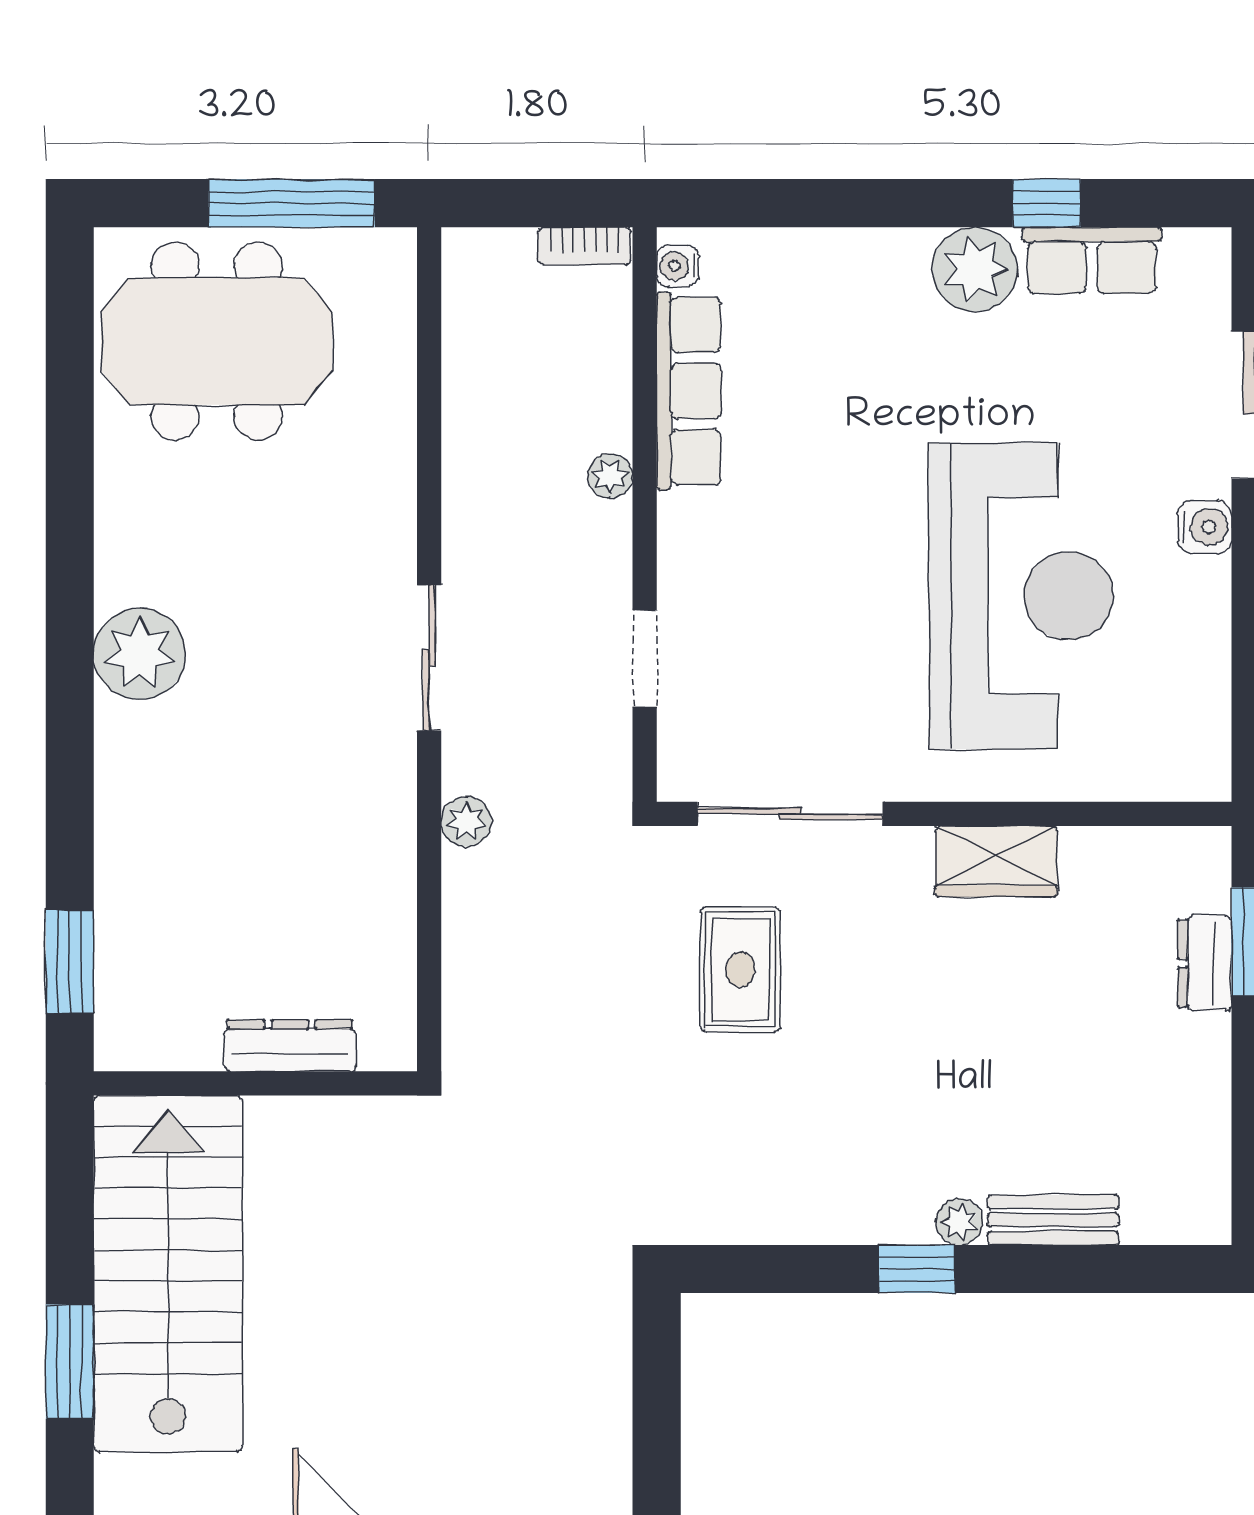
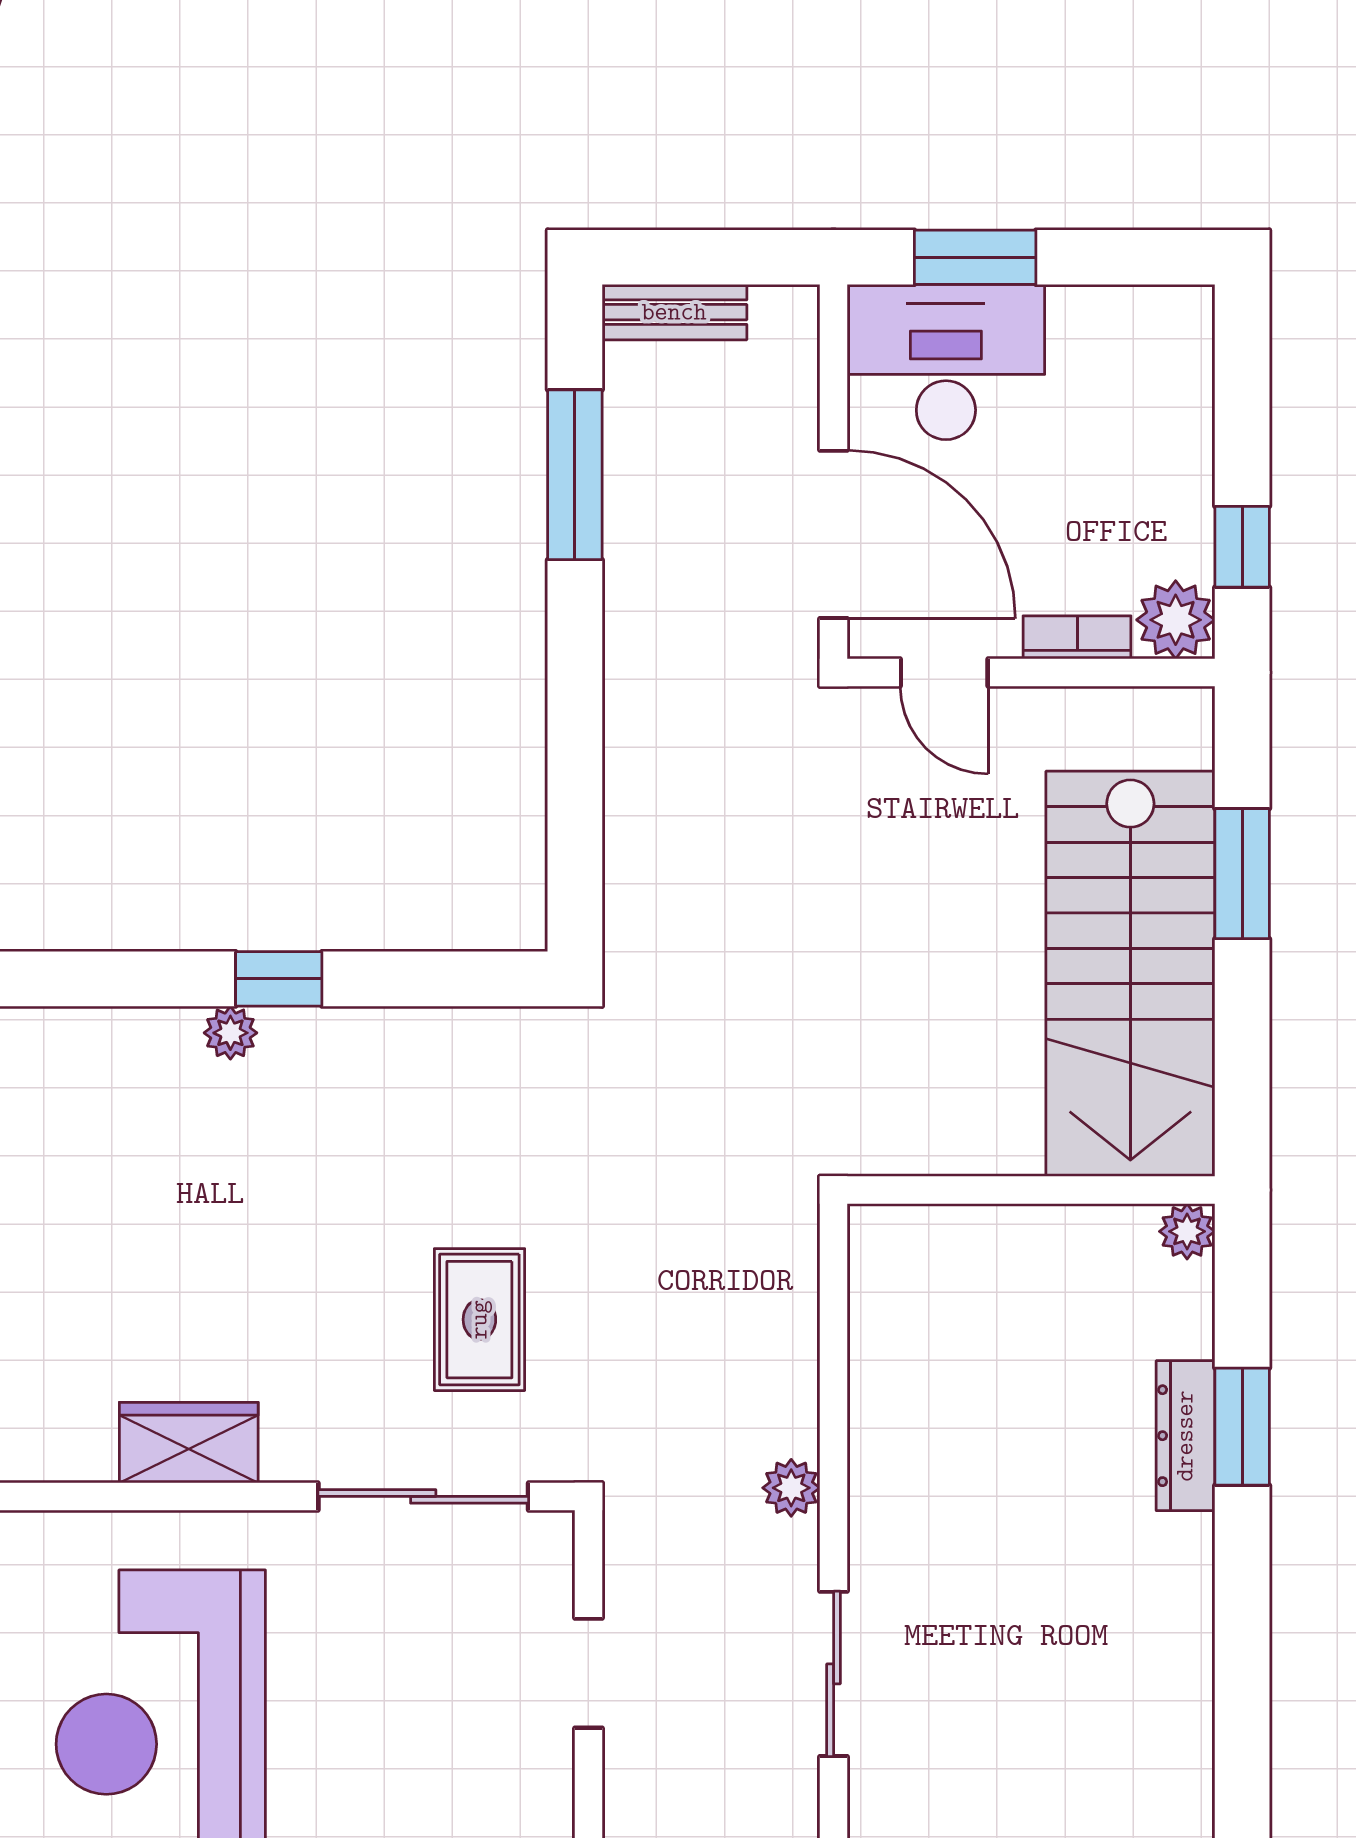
plant: (140, 654) -> (1187, 1231), moved, width x0.53, depth x0.53
window: (70, 962) -> (1242, 1427), moved
dresser: (290, 1046) -> (1185, 1436), moved, turned 90
bench: (1053, 1220) -> (124, 1035), removed

